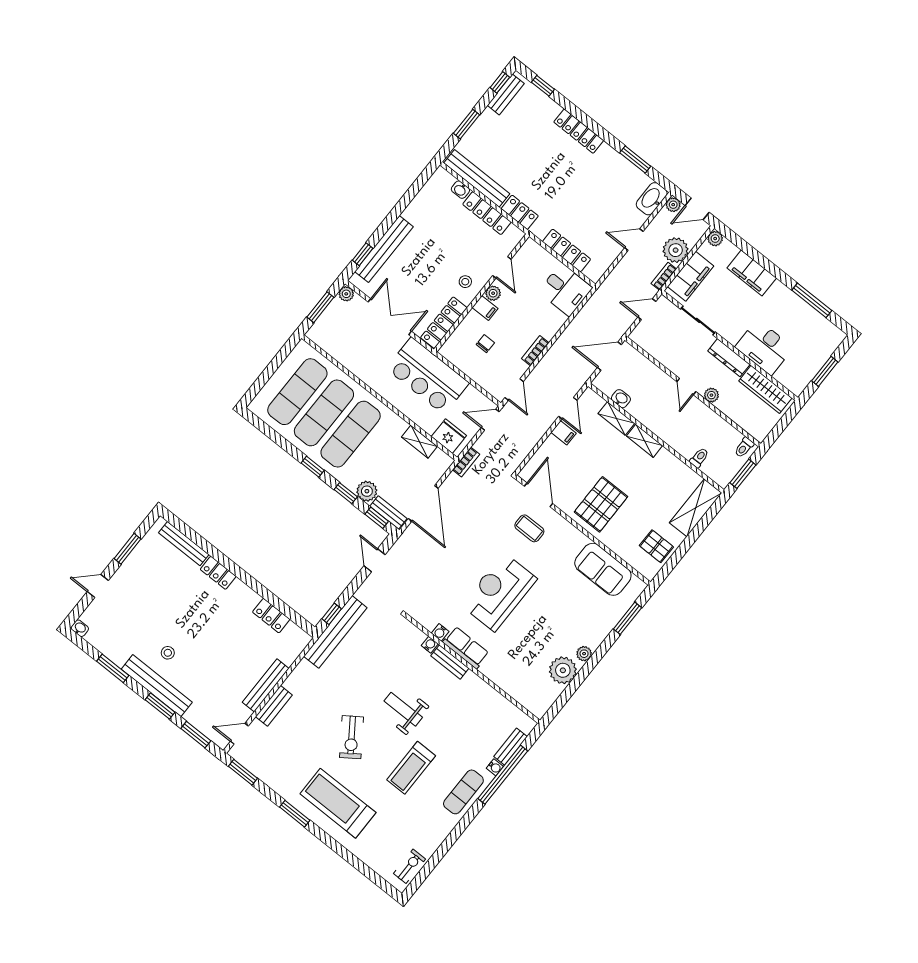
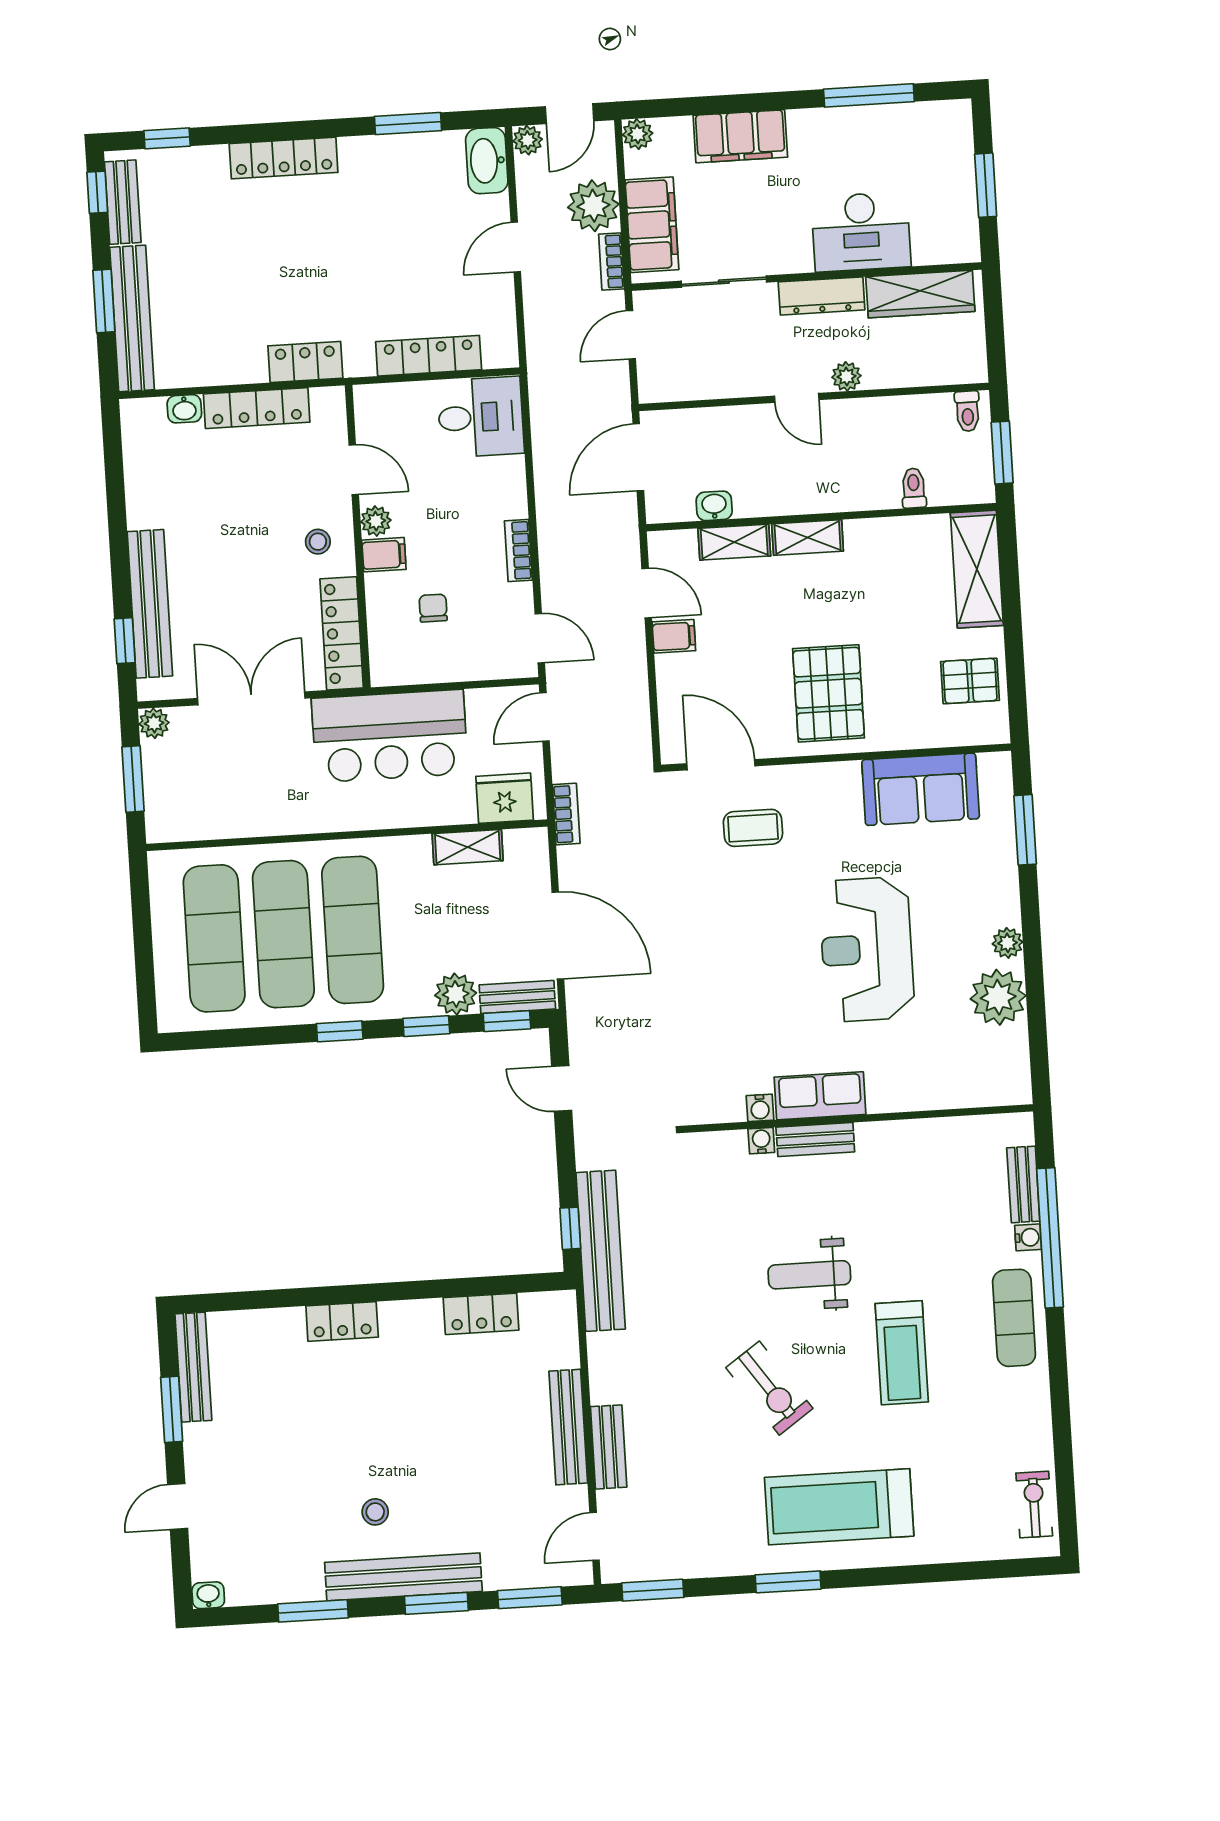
bench: (477, 178) -> (132, 318), moved, turned 90
bench: (184, 544) -> (193, 1367), moved, turned 90
reception desk: (499, 592) -> (867, 949), moved

